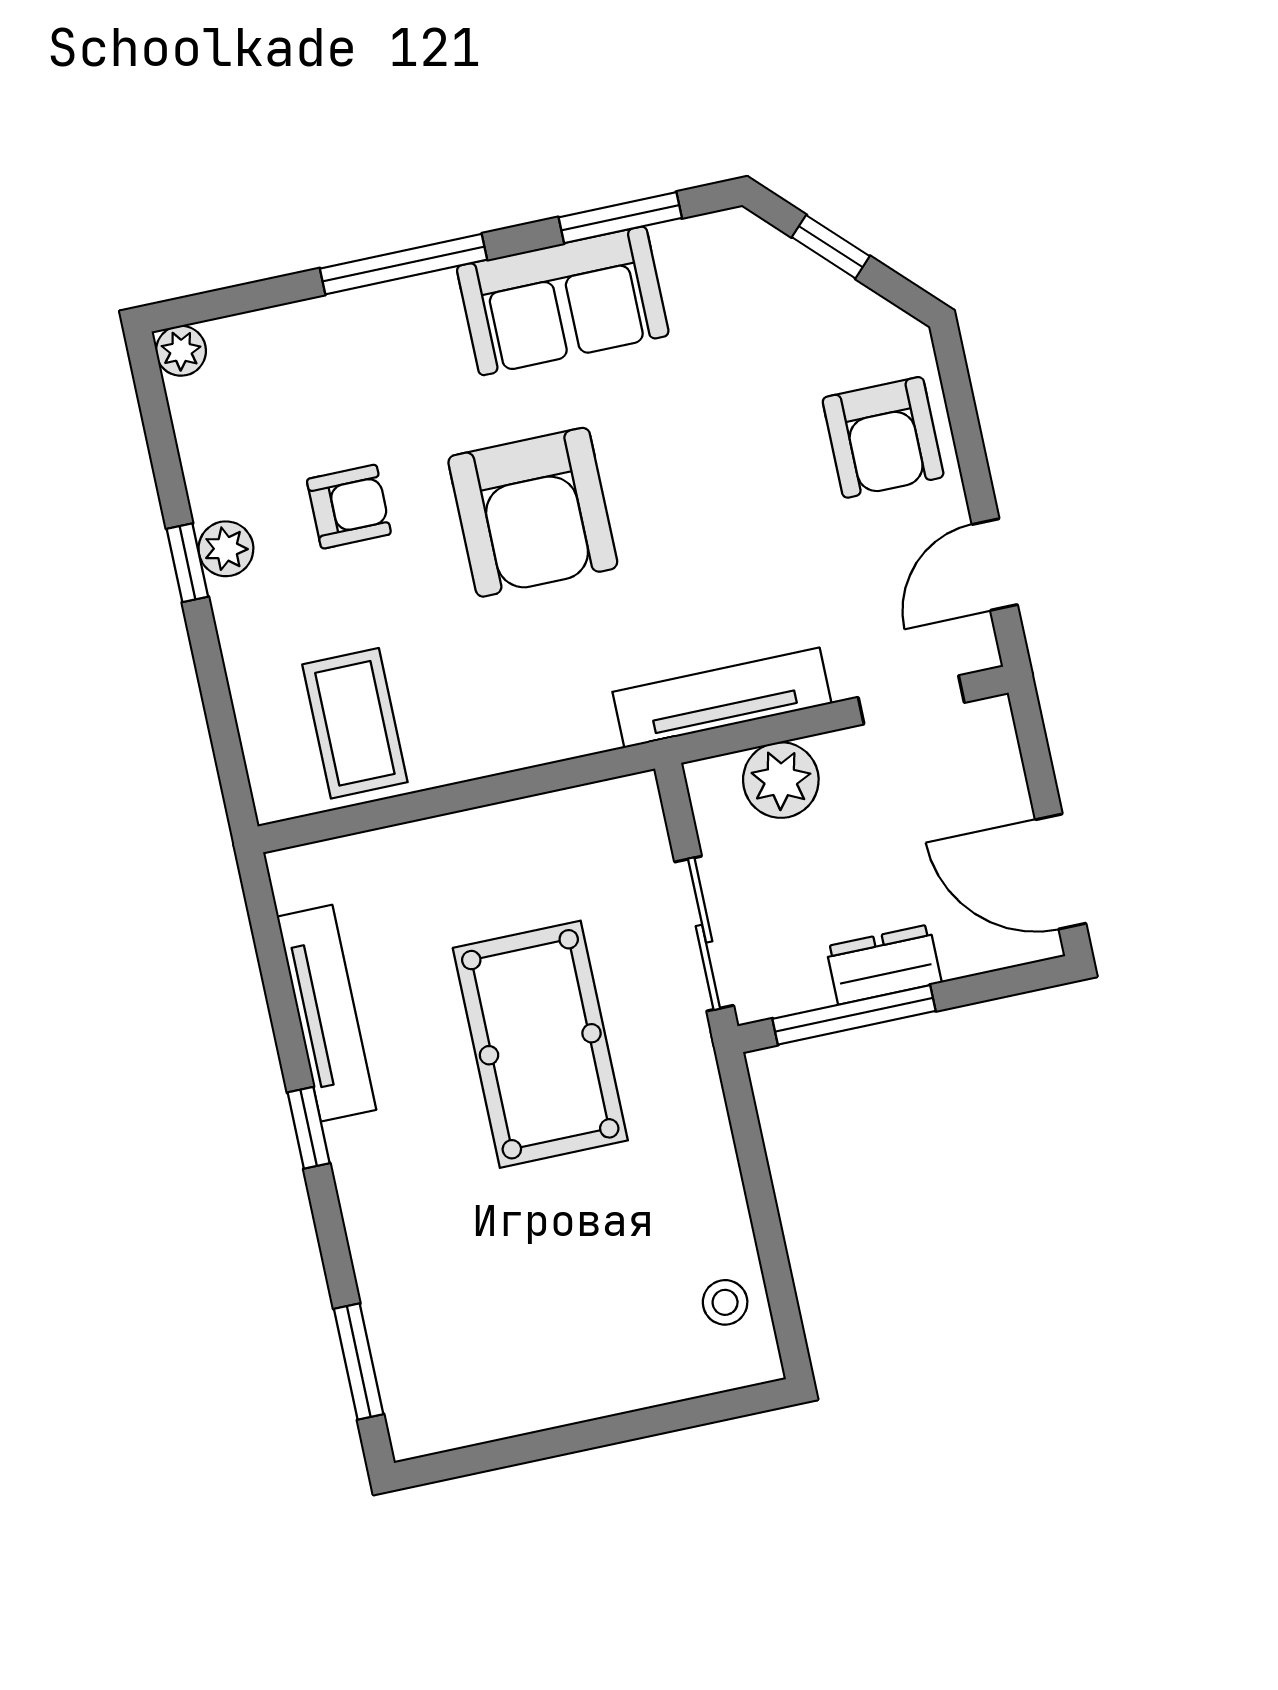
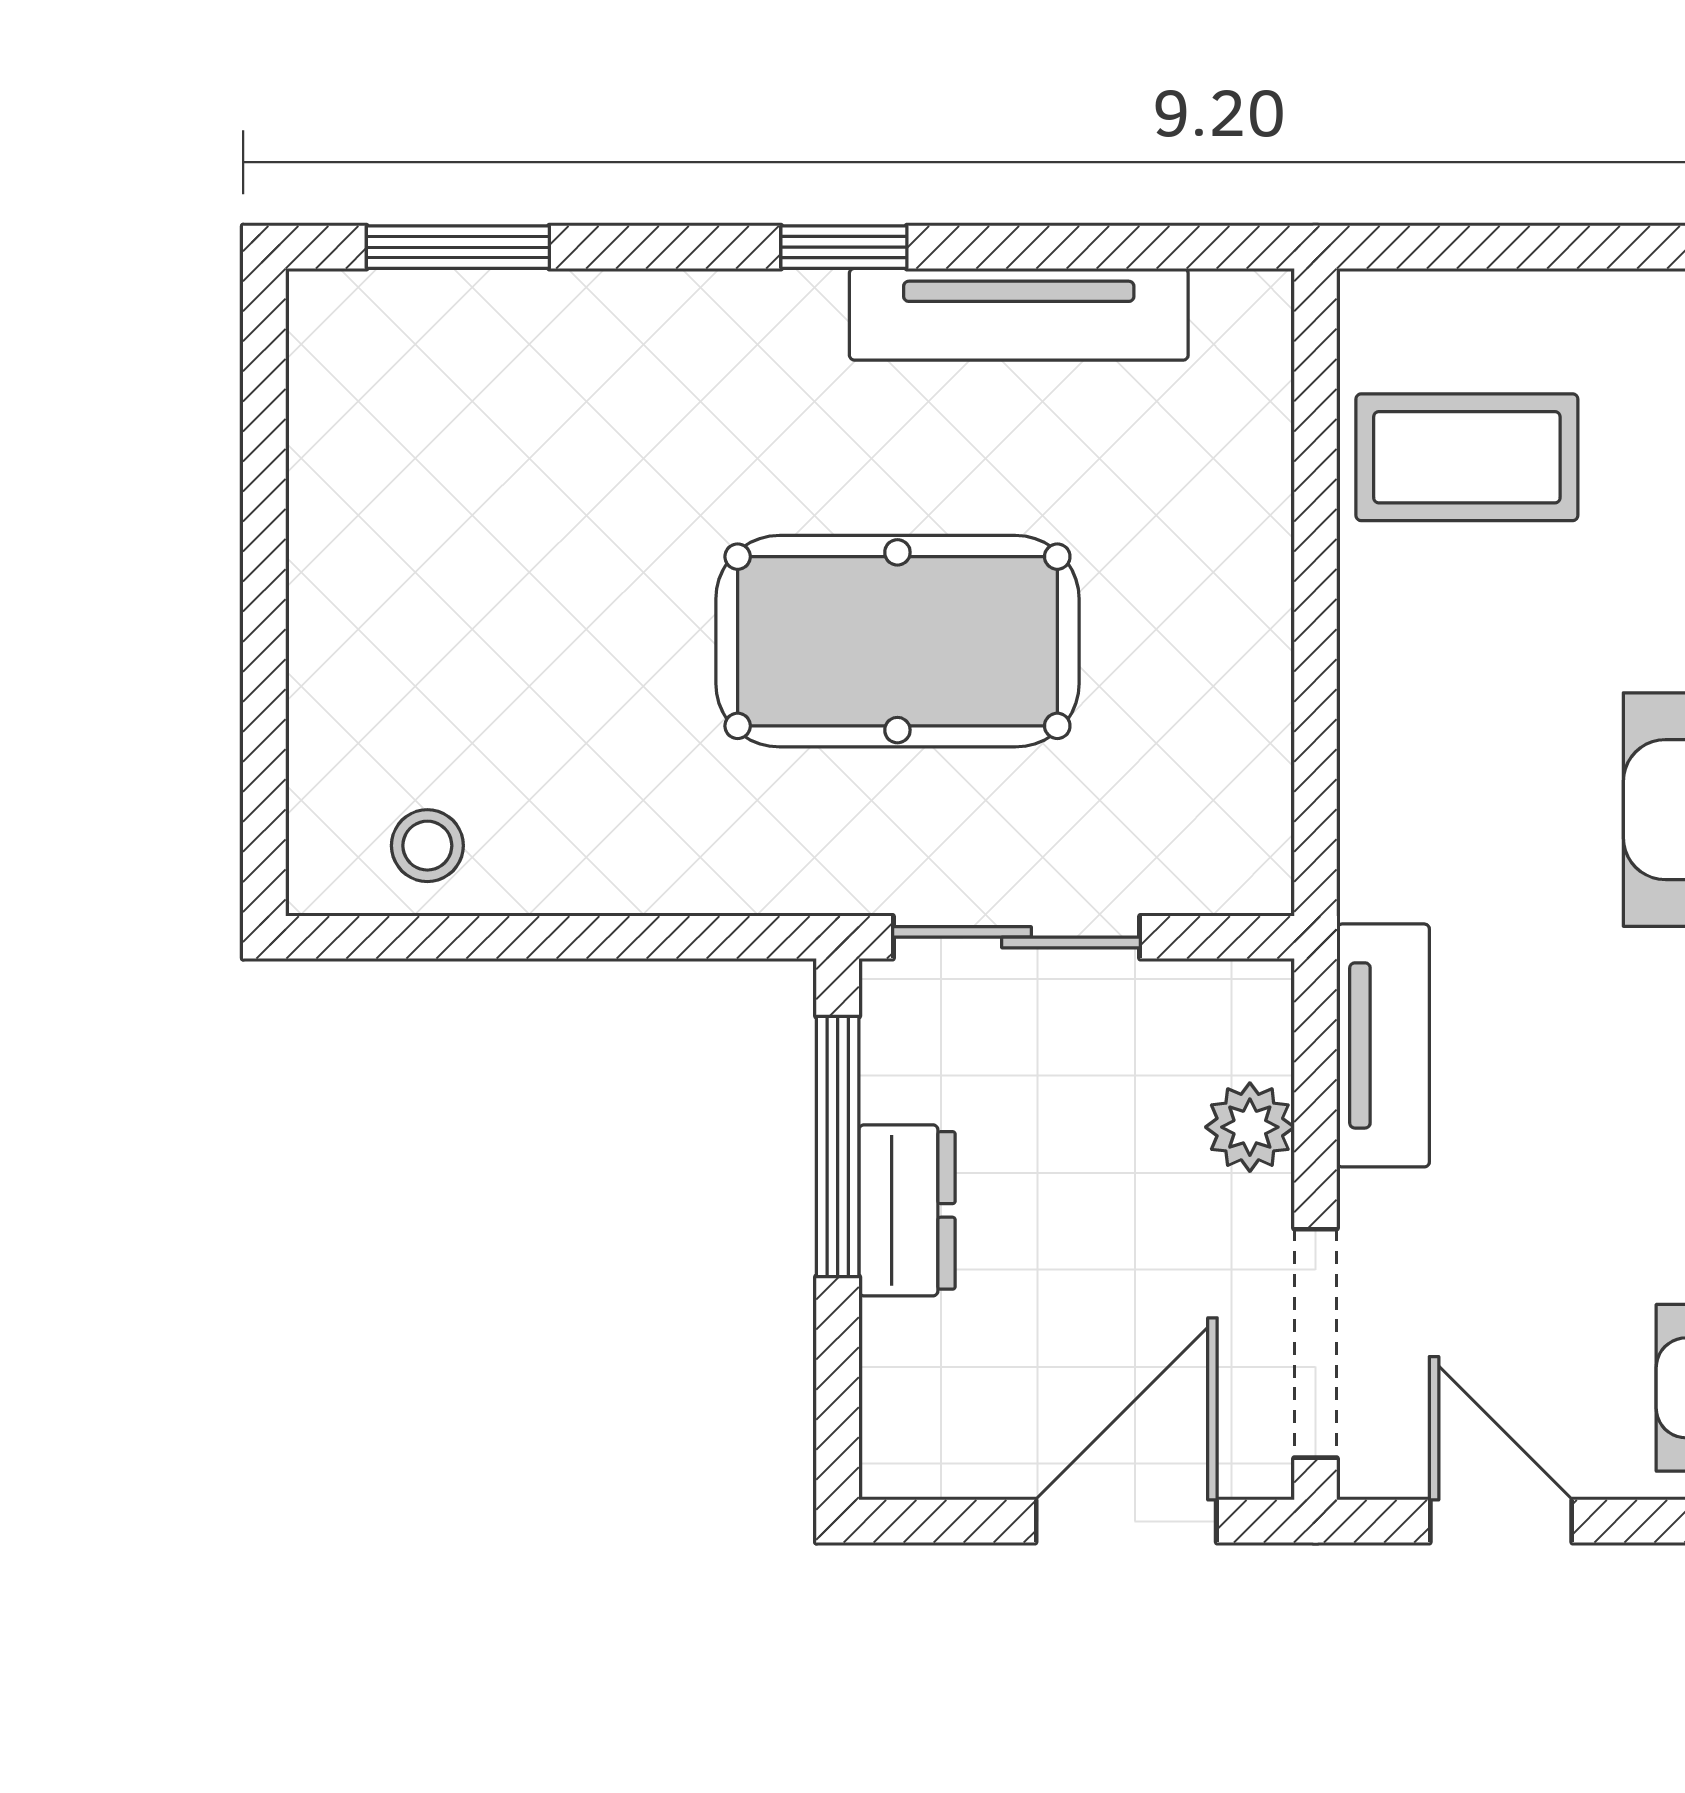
tv unit: (722, 698) -> (1383, 1045), width x0.71
doorway: (911, 700) -> (1315, 1343), width x1.38
plant: (781, 780) -> (1250, 1127), width x0.73, depth x0.73
door: (1061, 871) -> (1126, 1521), moved

